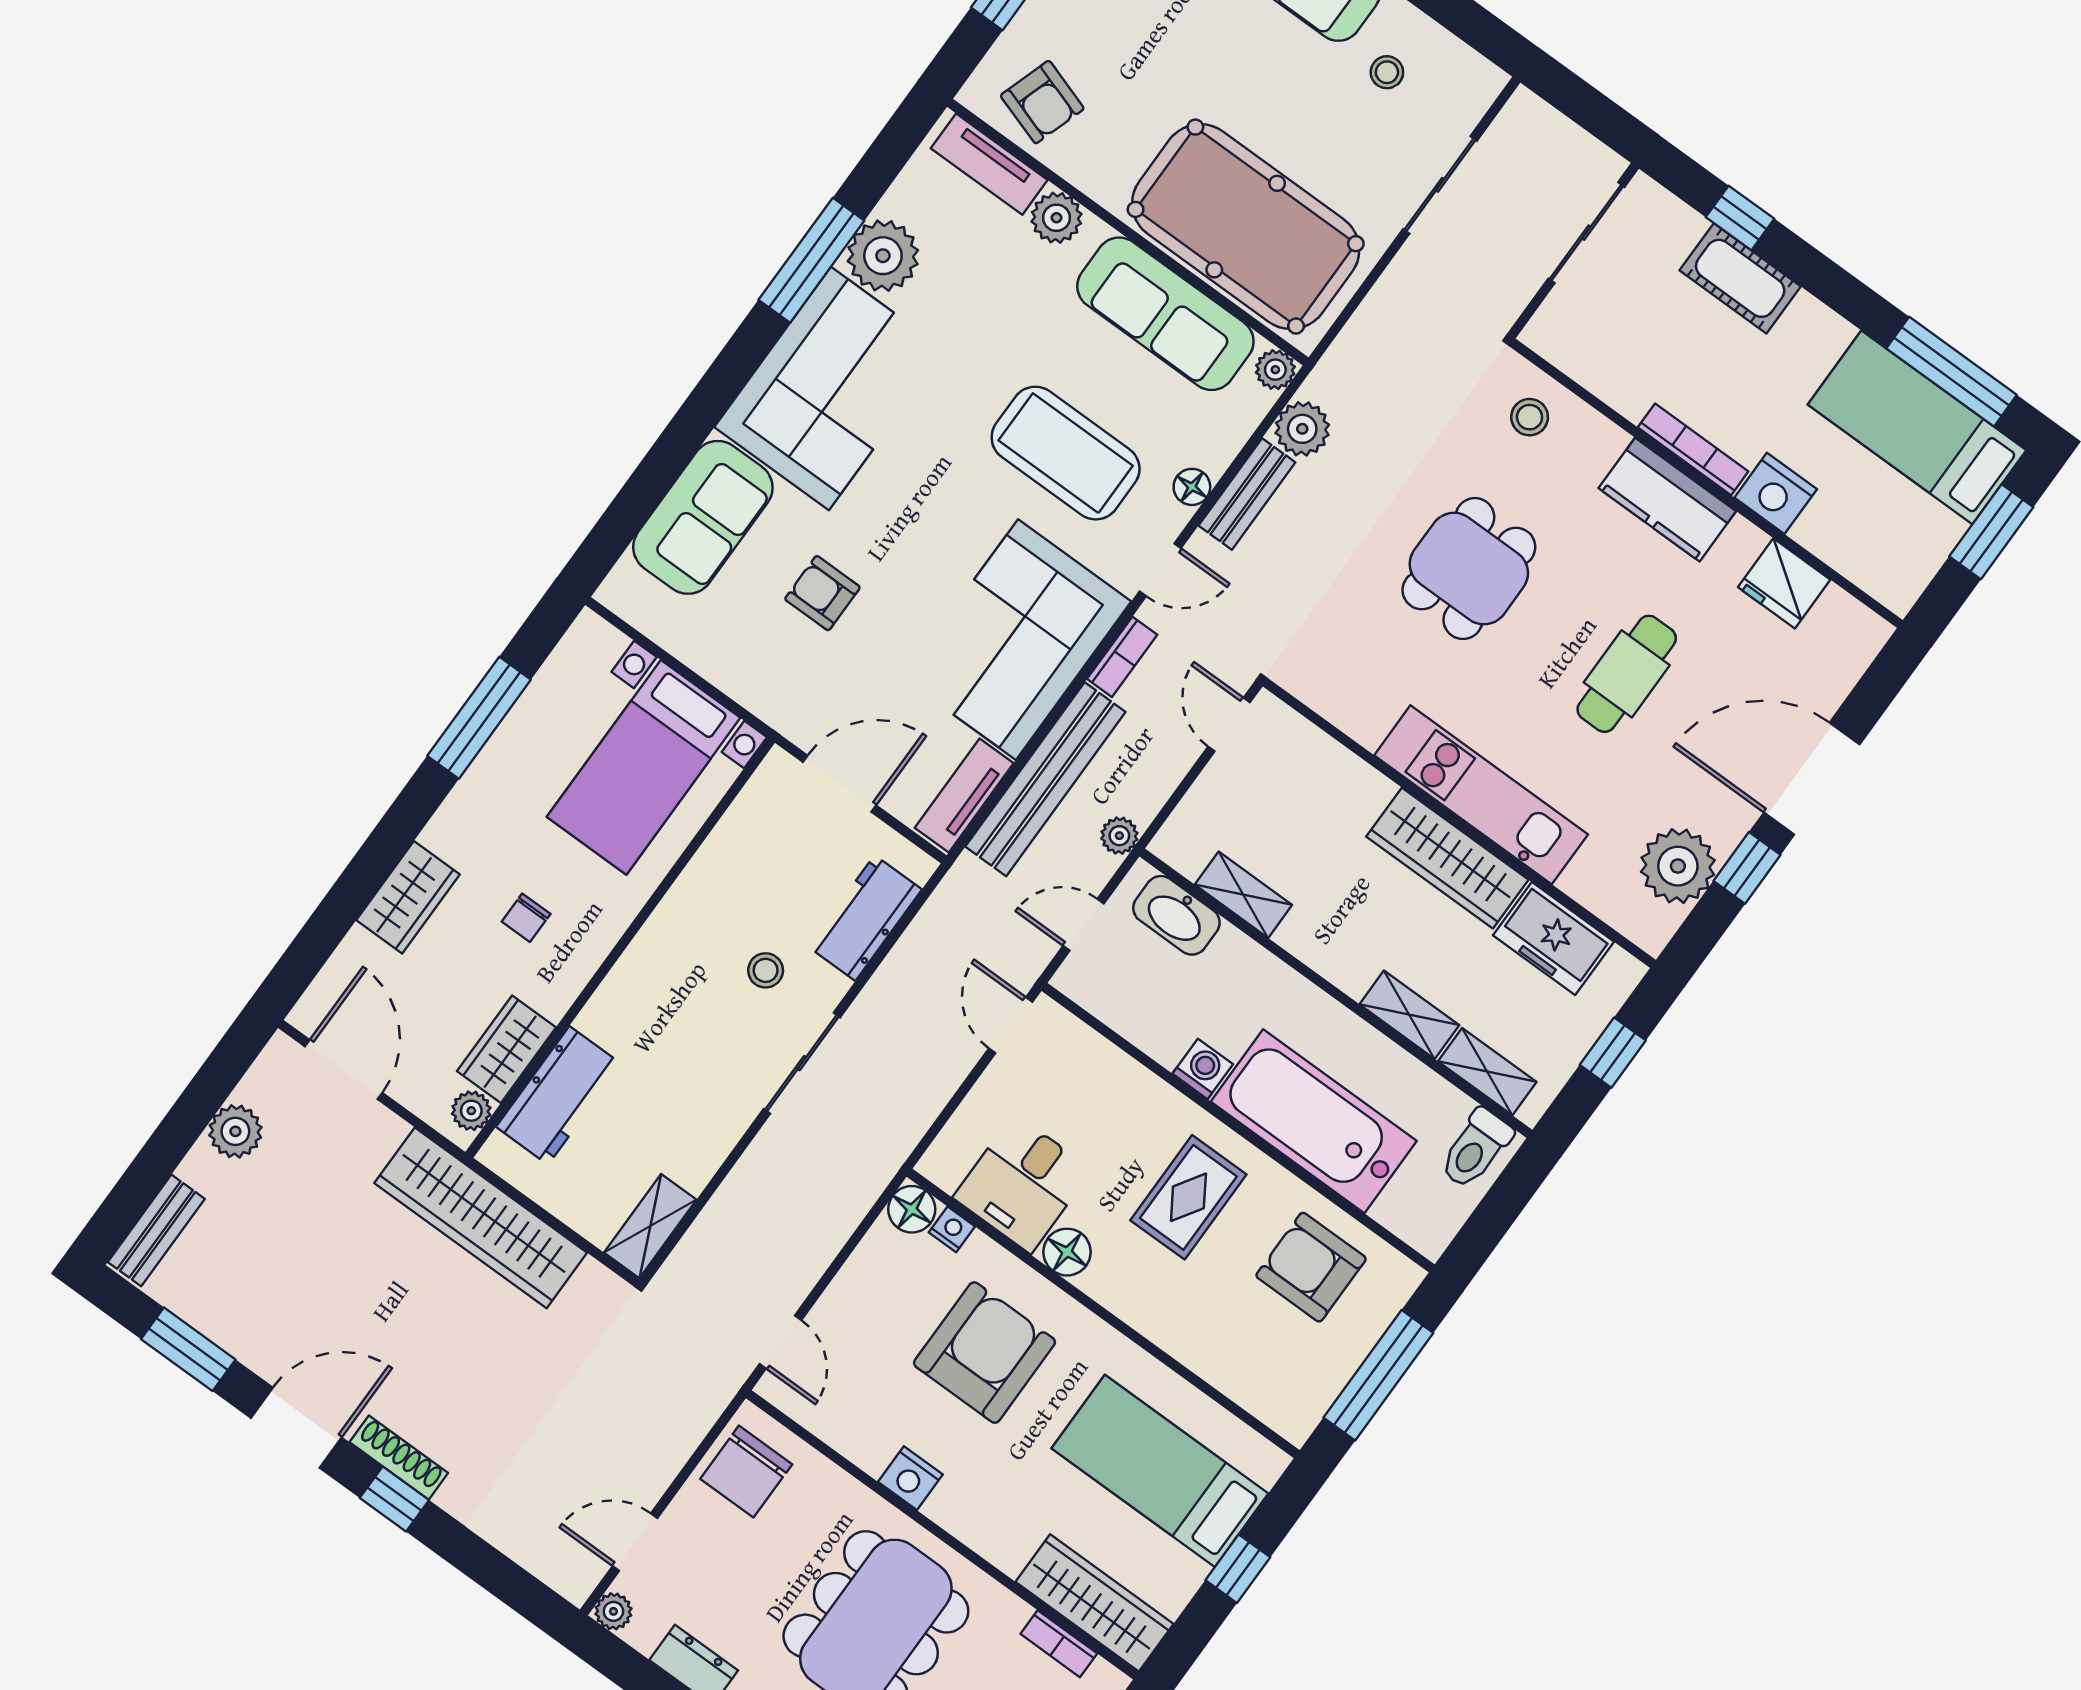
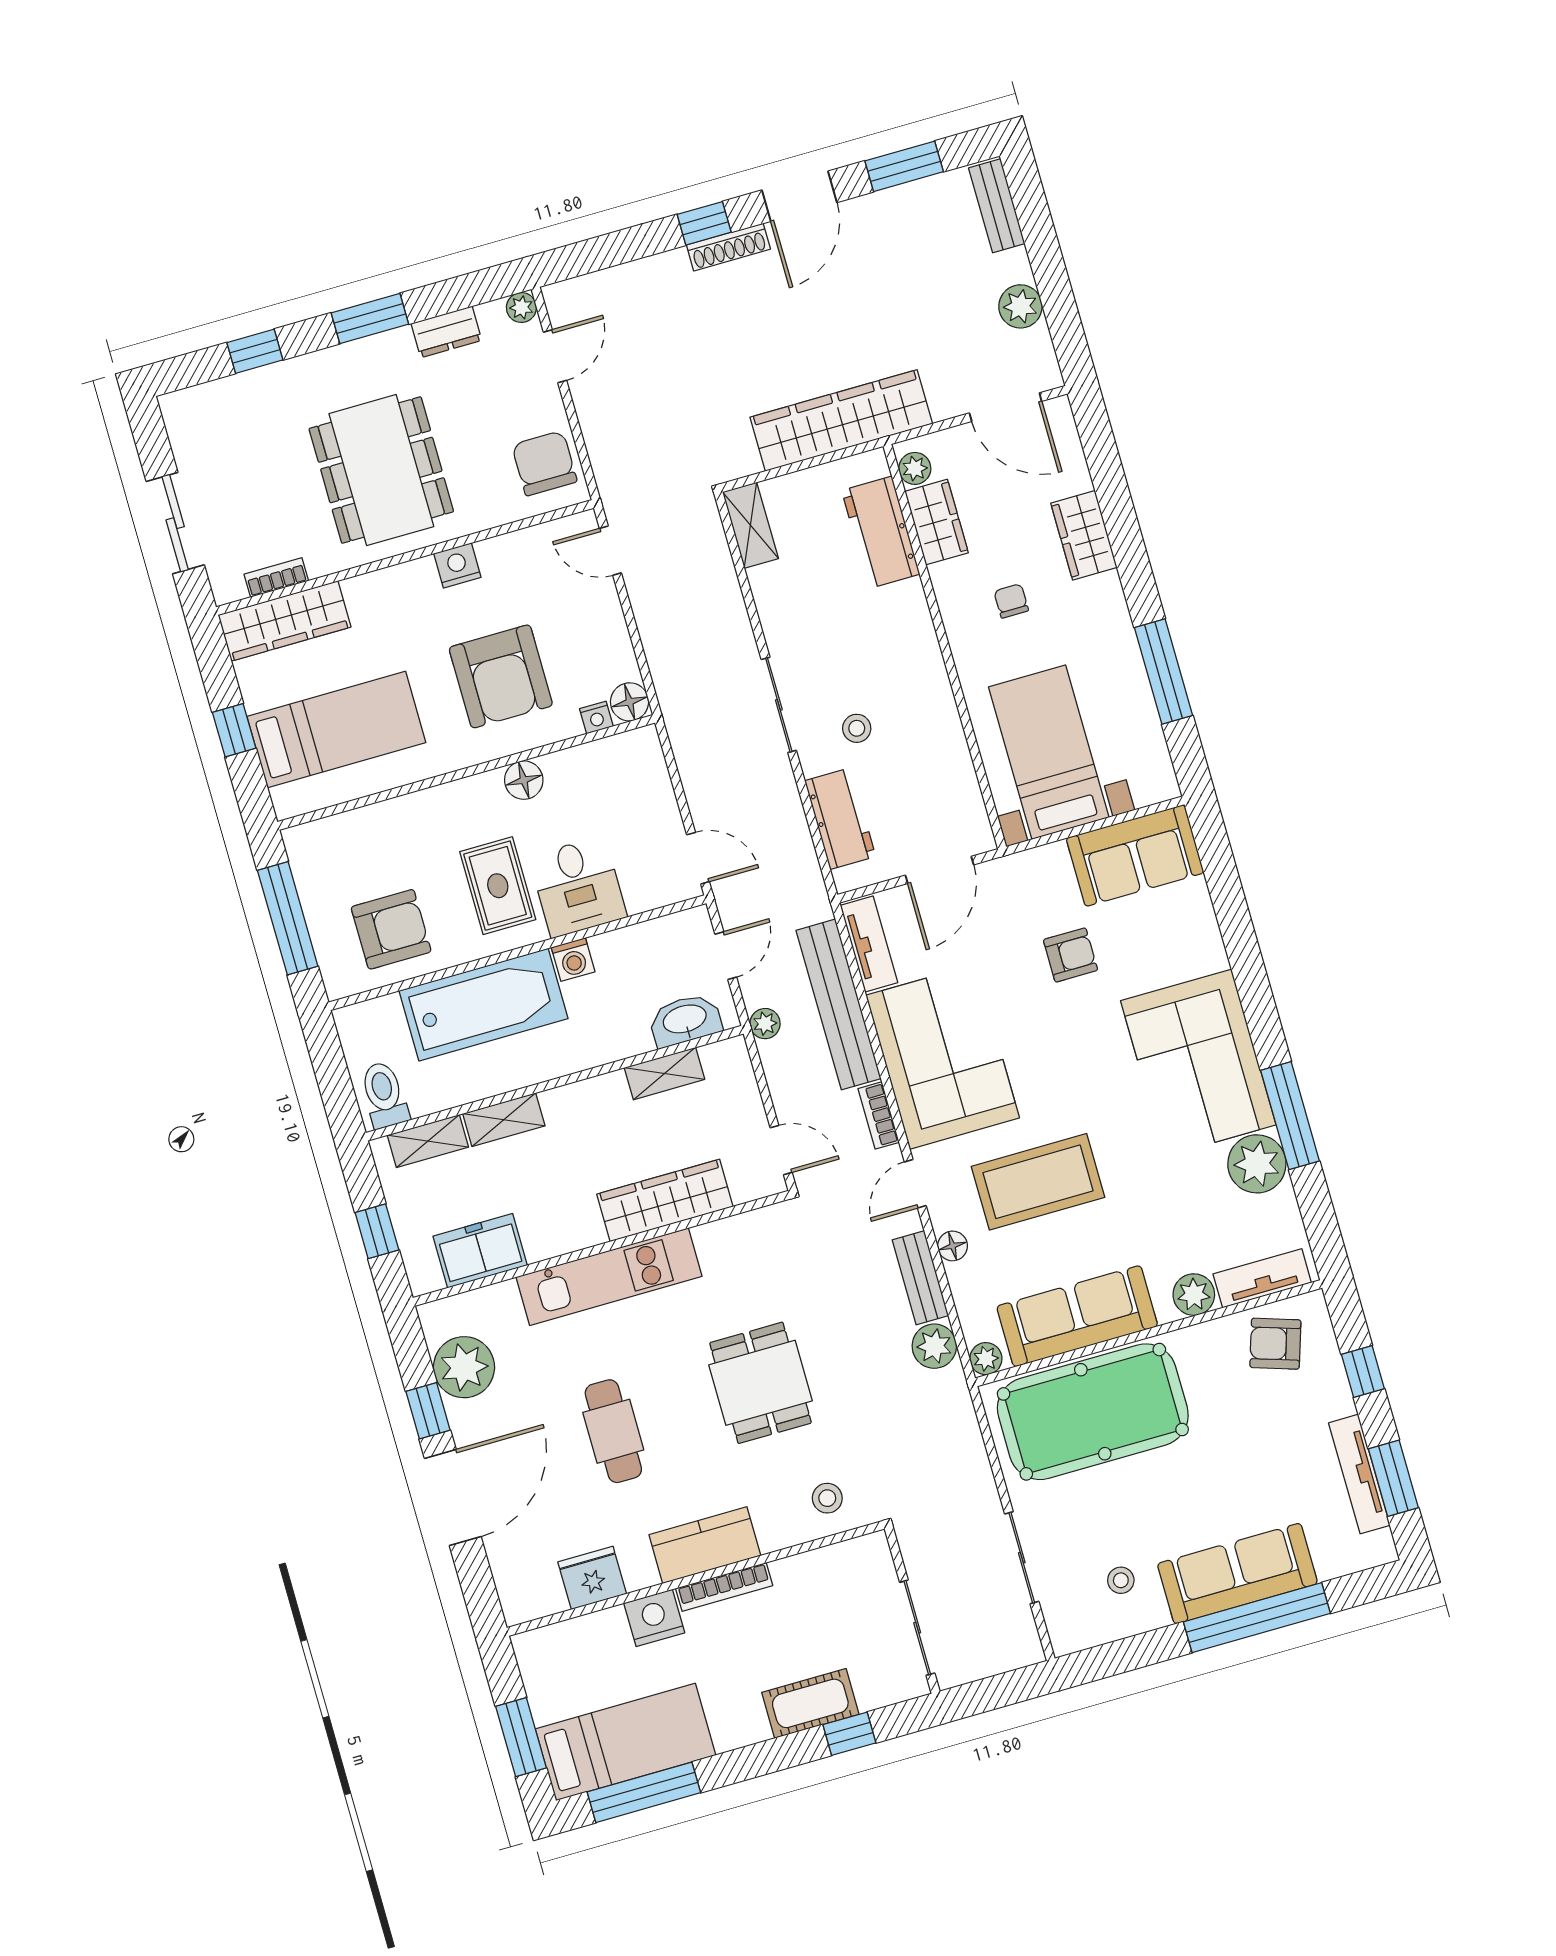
sofa: (703, 517) -> (1135, 856), moved, turned -90
wardrobe: (1447, 858) -> (665, 1200), moved
desk: (1022, 1184) -> (578, 887), moved, turned 180

